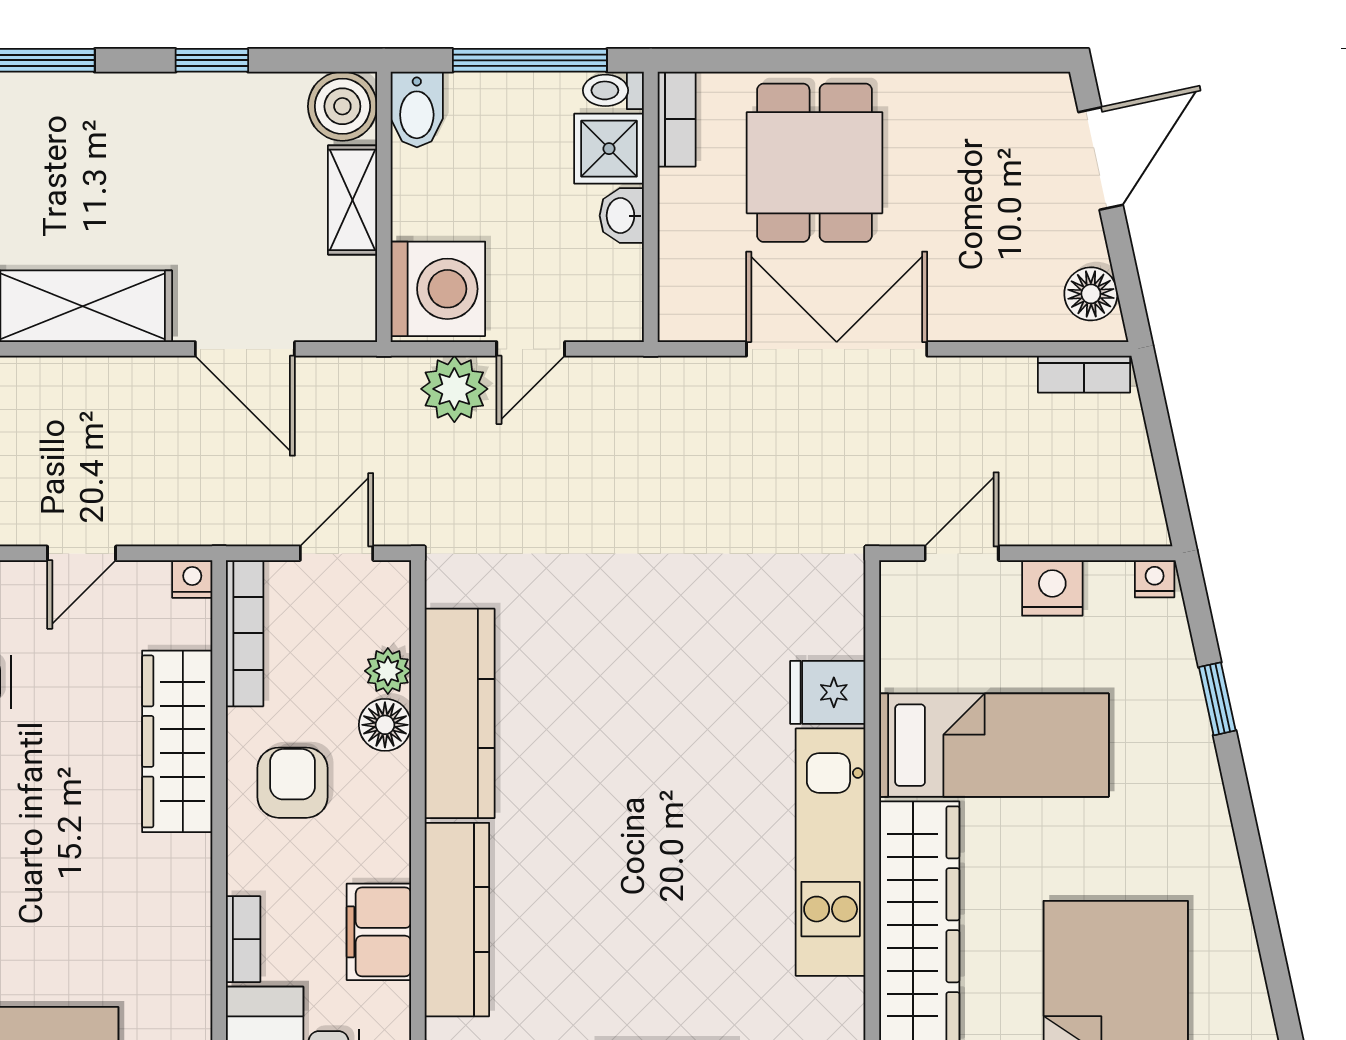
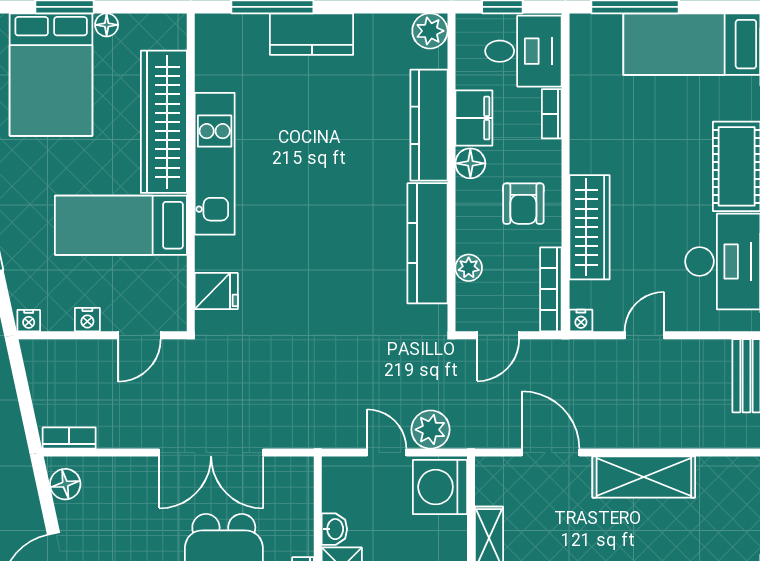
door: (531, 349) -> (387, 453), hinge flipped
nightstand: (1052, 588) -> (87, 320), width x0.72, depth x0.74
fridge: (828, 692) -> (216, 291), moved
floor lamp: (385, 725) -> (470, 163), moved

